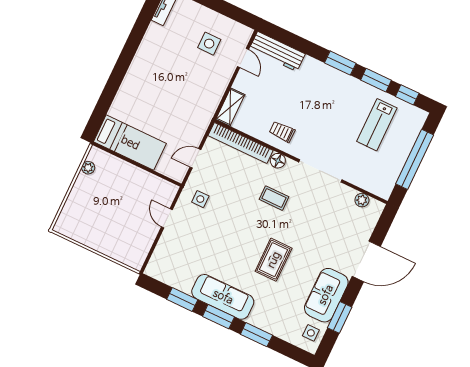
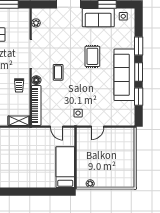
rug: (274, 260) -> (92, 56), turned 90
sofa: (223, 297) -> (124, 75), width x1.36, depth x1.27

